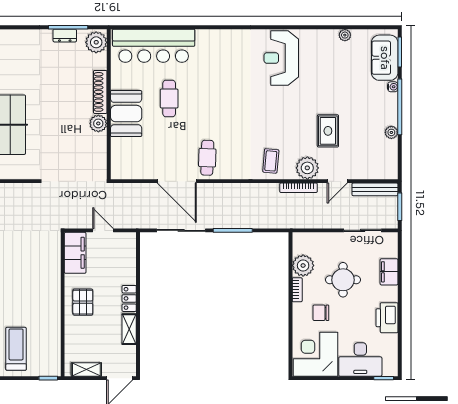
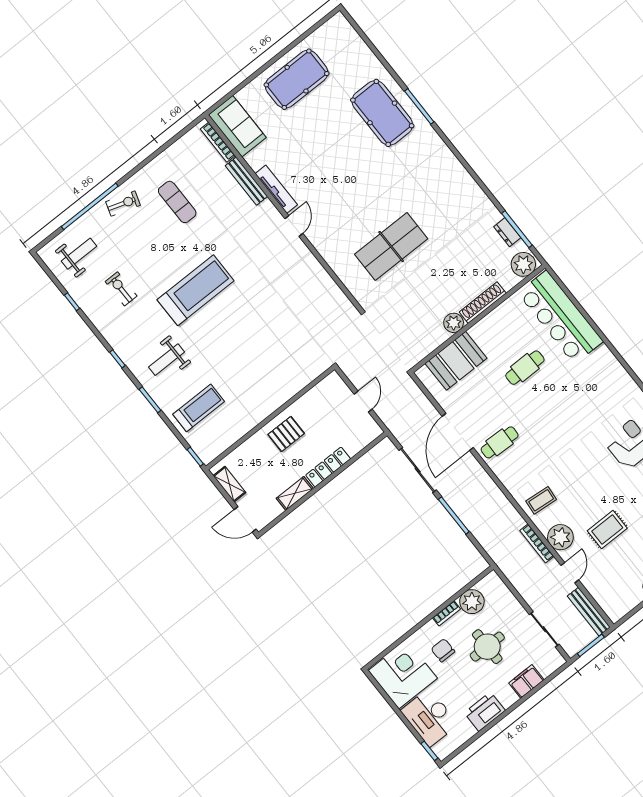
booth: (126, 114) -> (456, 361), moved
door: (337, 181) -> (570, 573), swing flipped
filing cabinet: (75, 253) -> (324, 393), removed
locker: (129, 298) -> (328, 467), width x1.53

